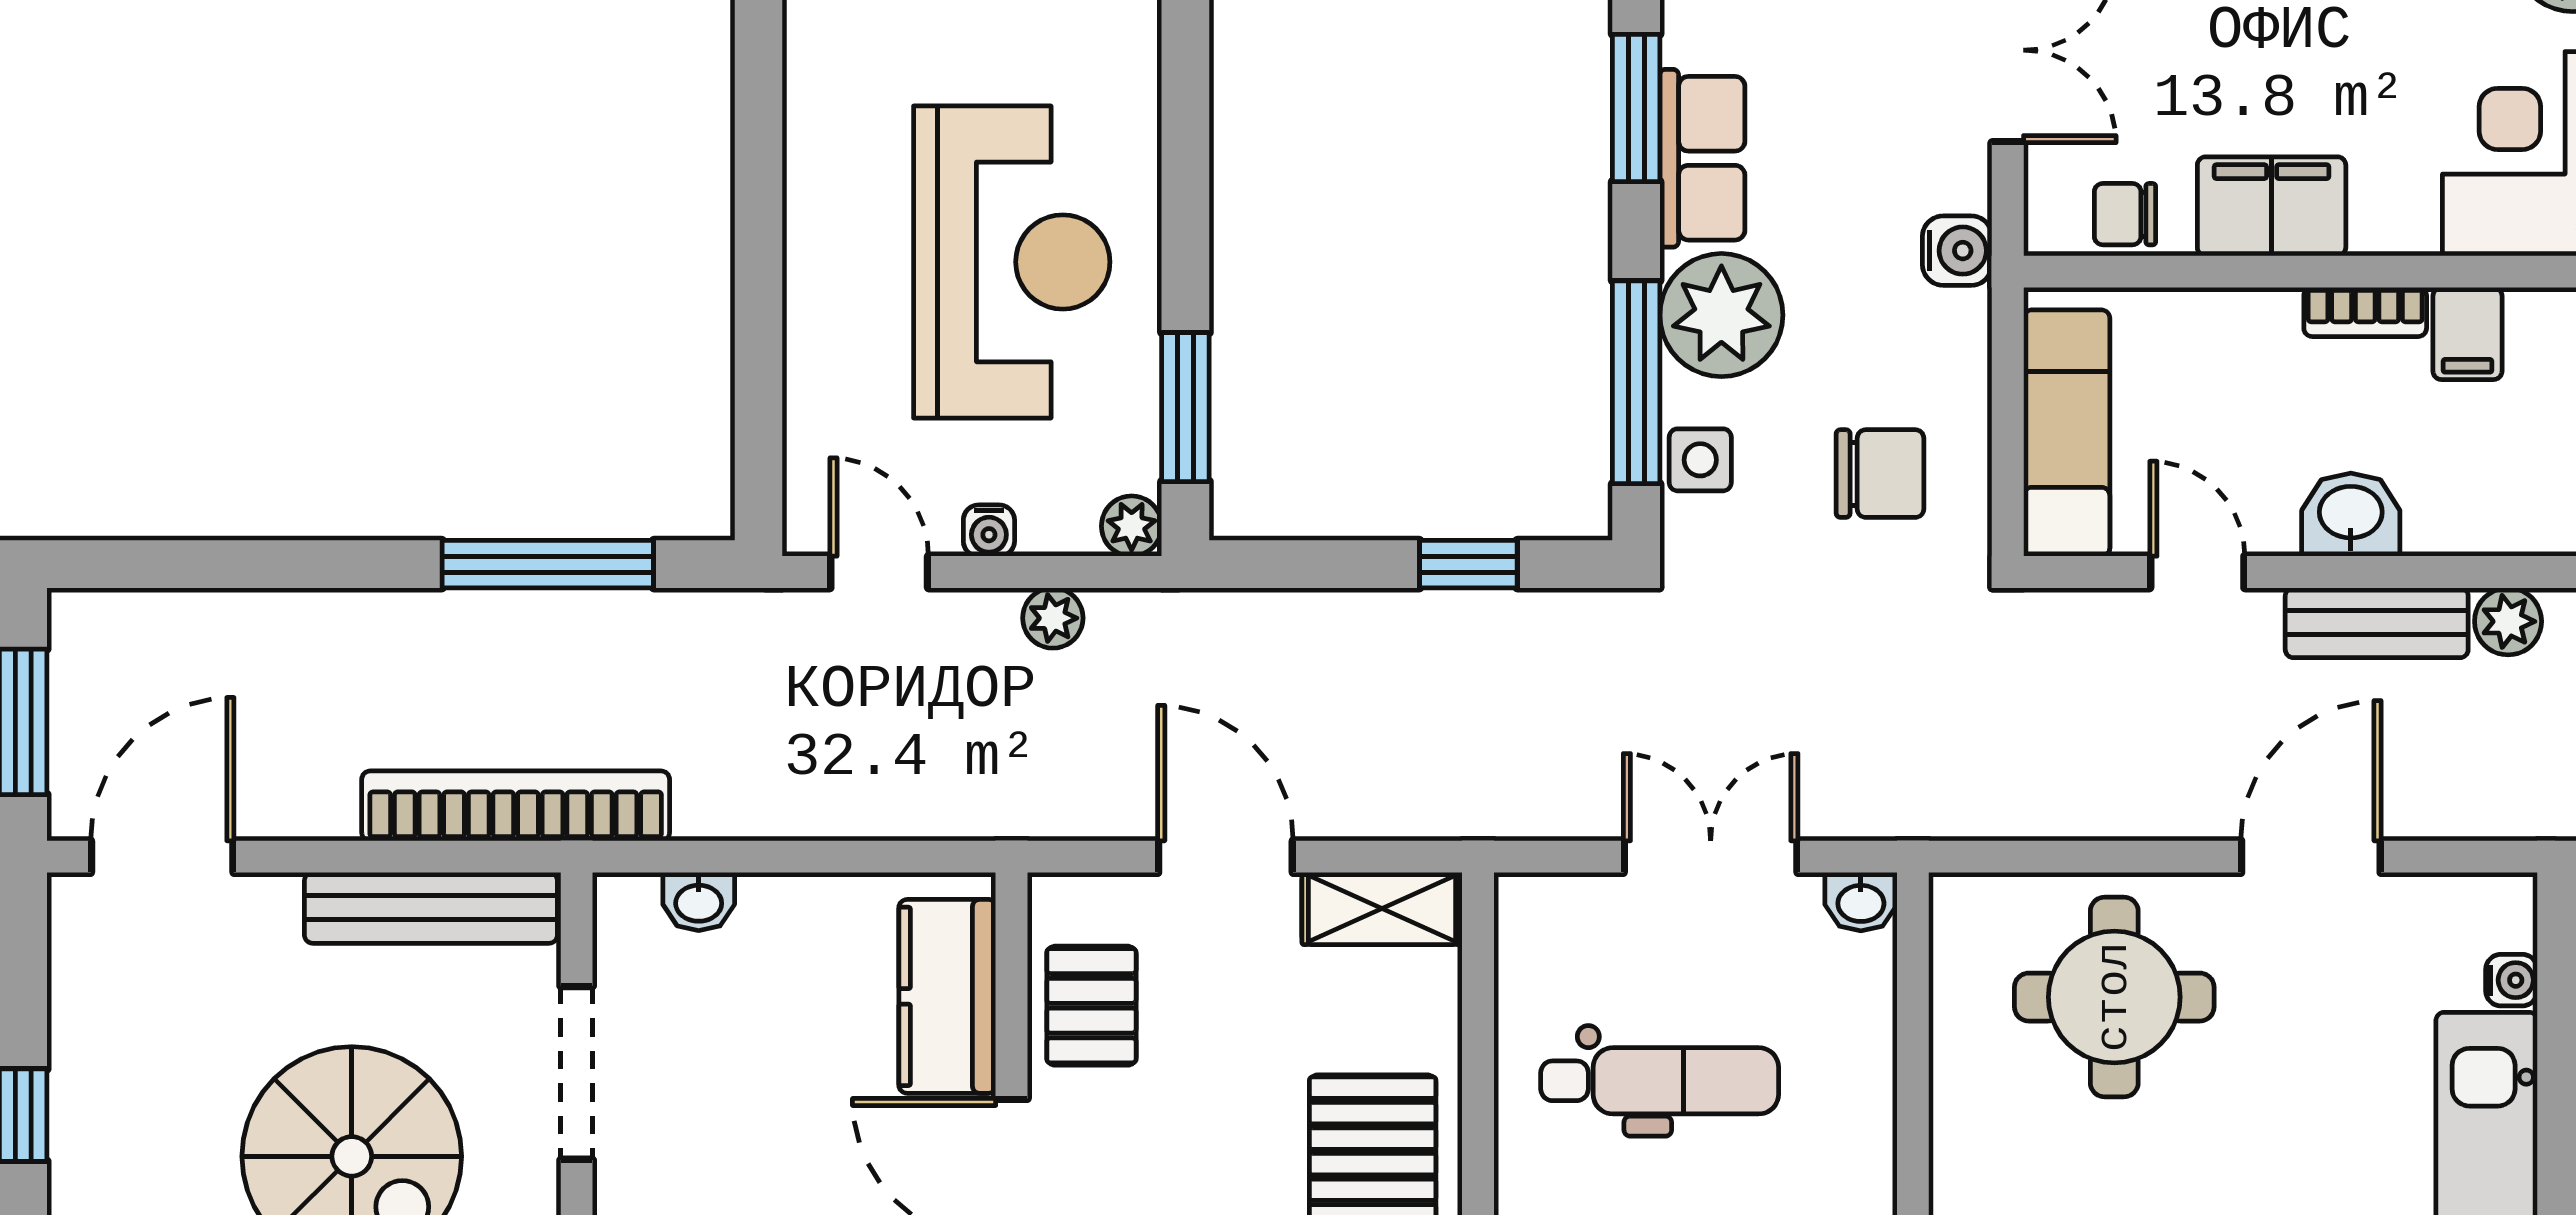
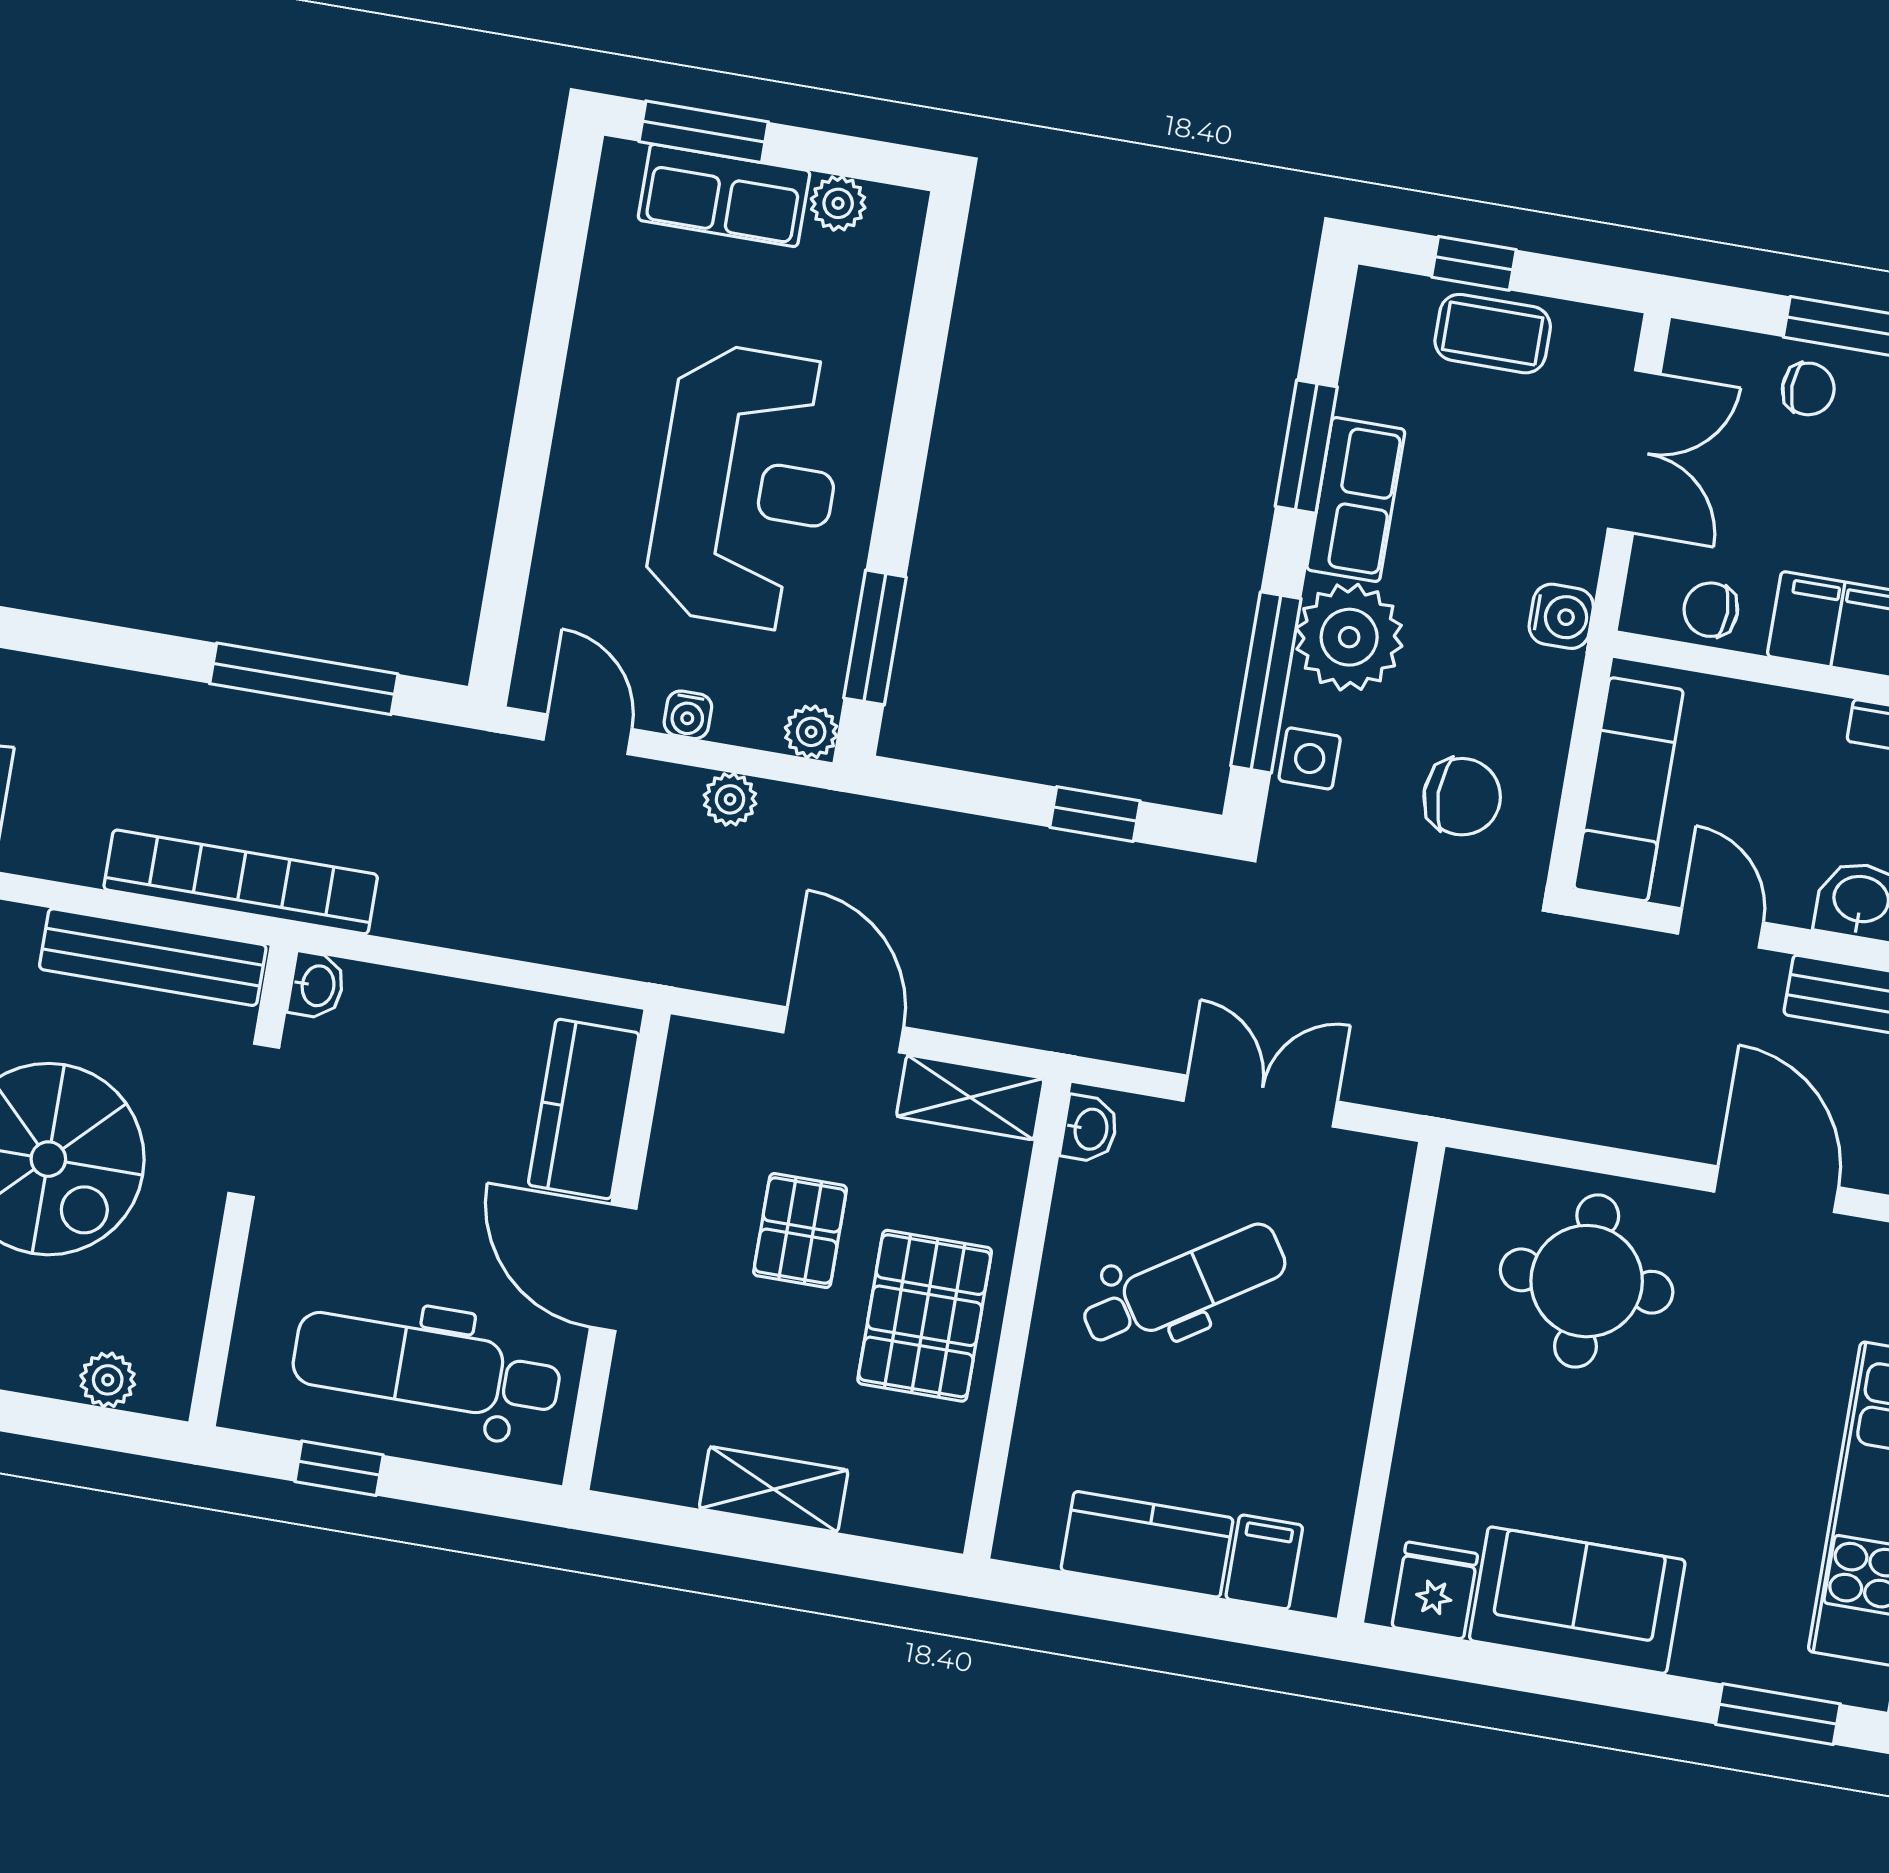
door: (2311, 857) -> (1776, 1189), hinge flipped
washbasin: (699, 902) -> (317, 986), moved, turned -90
washbasin: (1861, 902) -> (1090, 1129), moved, turned -90
pallet: (1091, 1006) -> (800, 1231), moved
dental chair: (1660, 1081) -> (1184, 1286), turned -33

